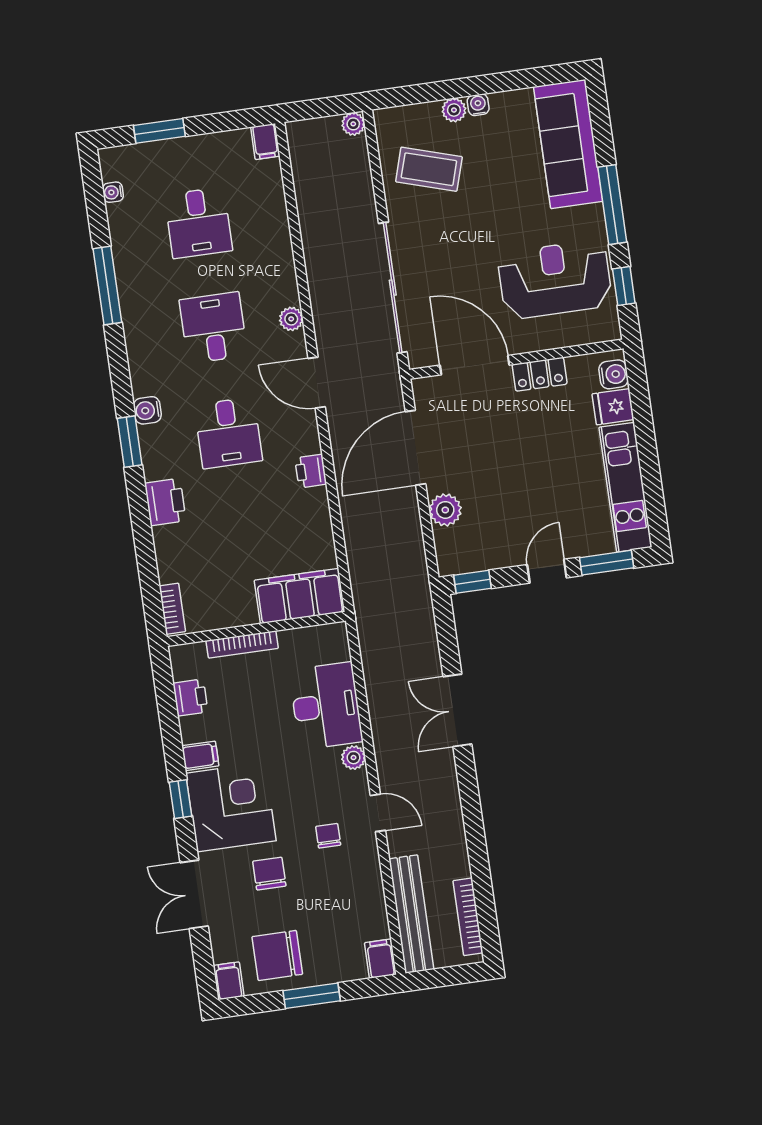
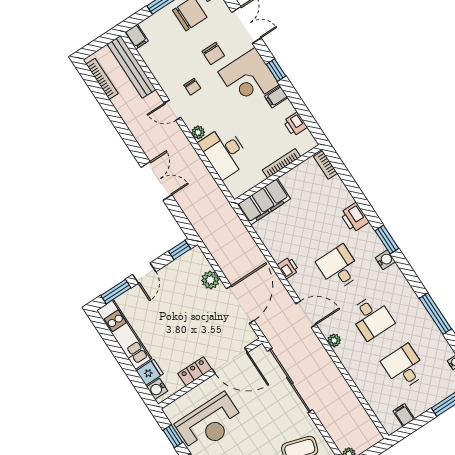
filing cabinet: (265, 141) -> (404, 415), moved

